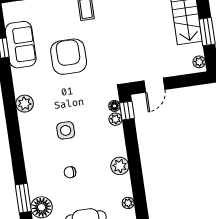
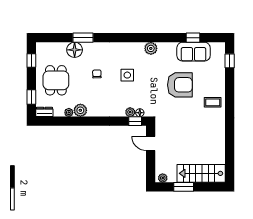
plant: (120, 166) -> (80, 110), moved

